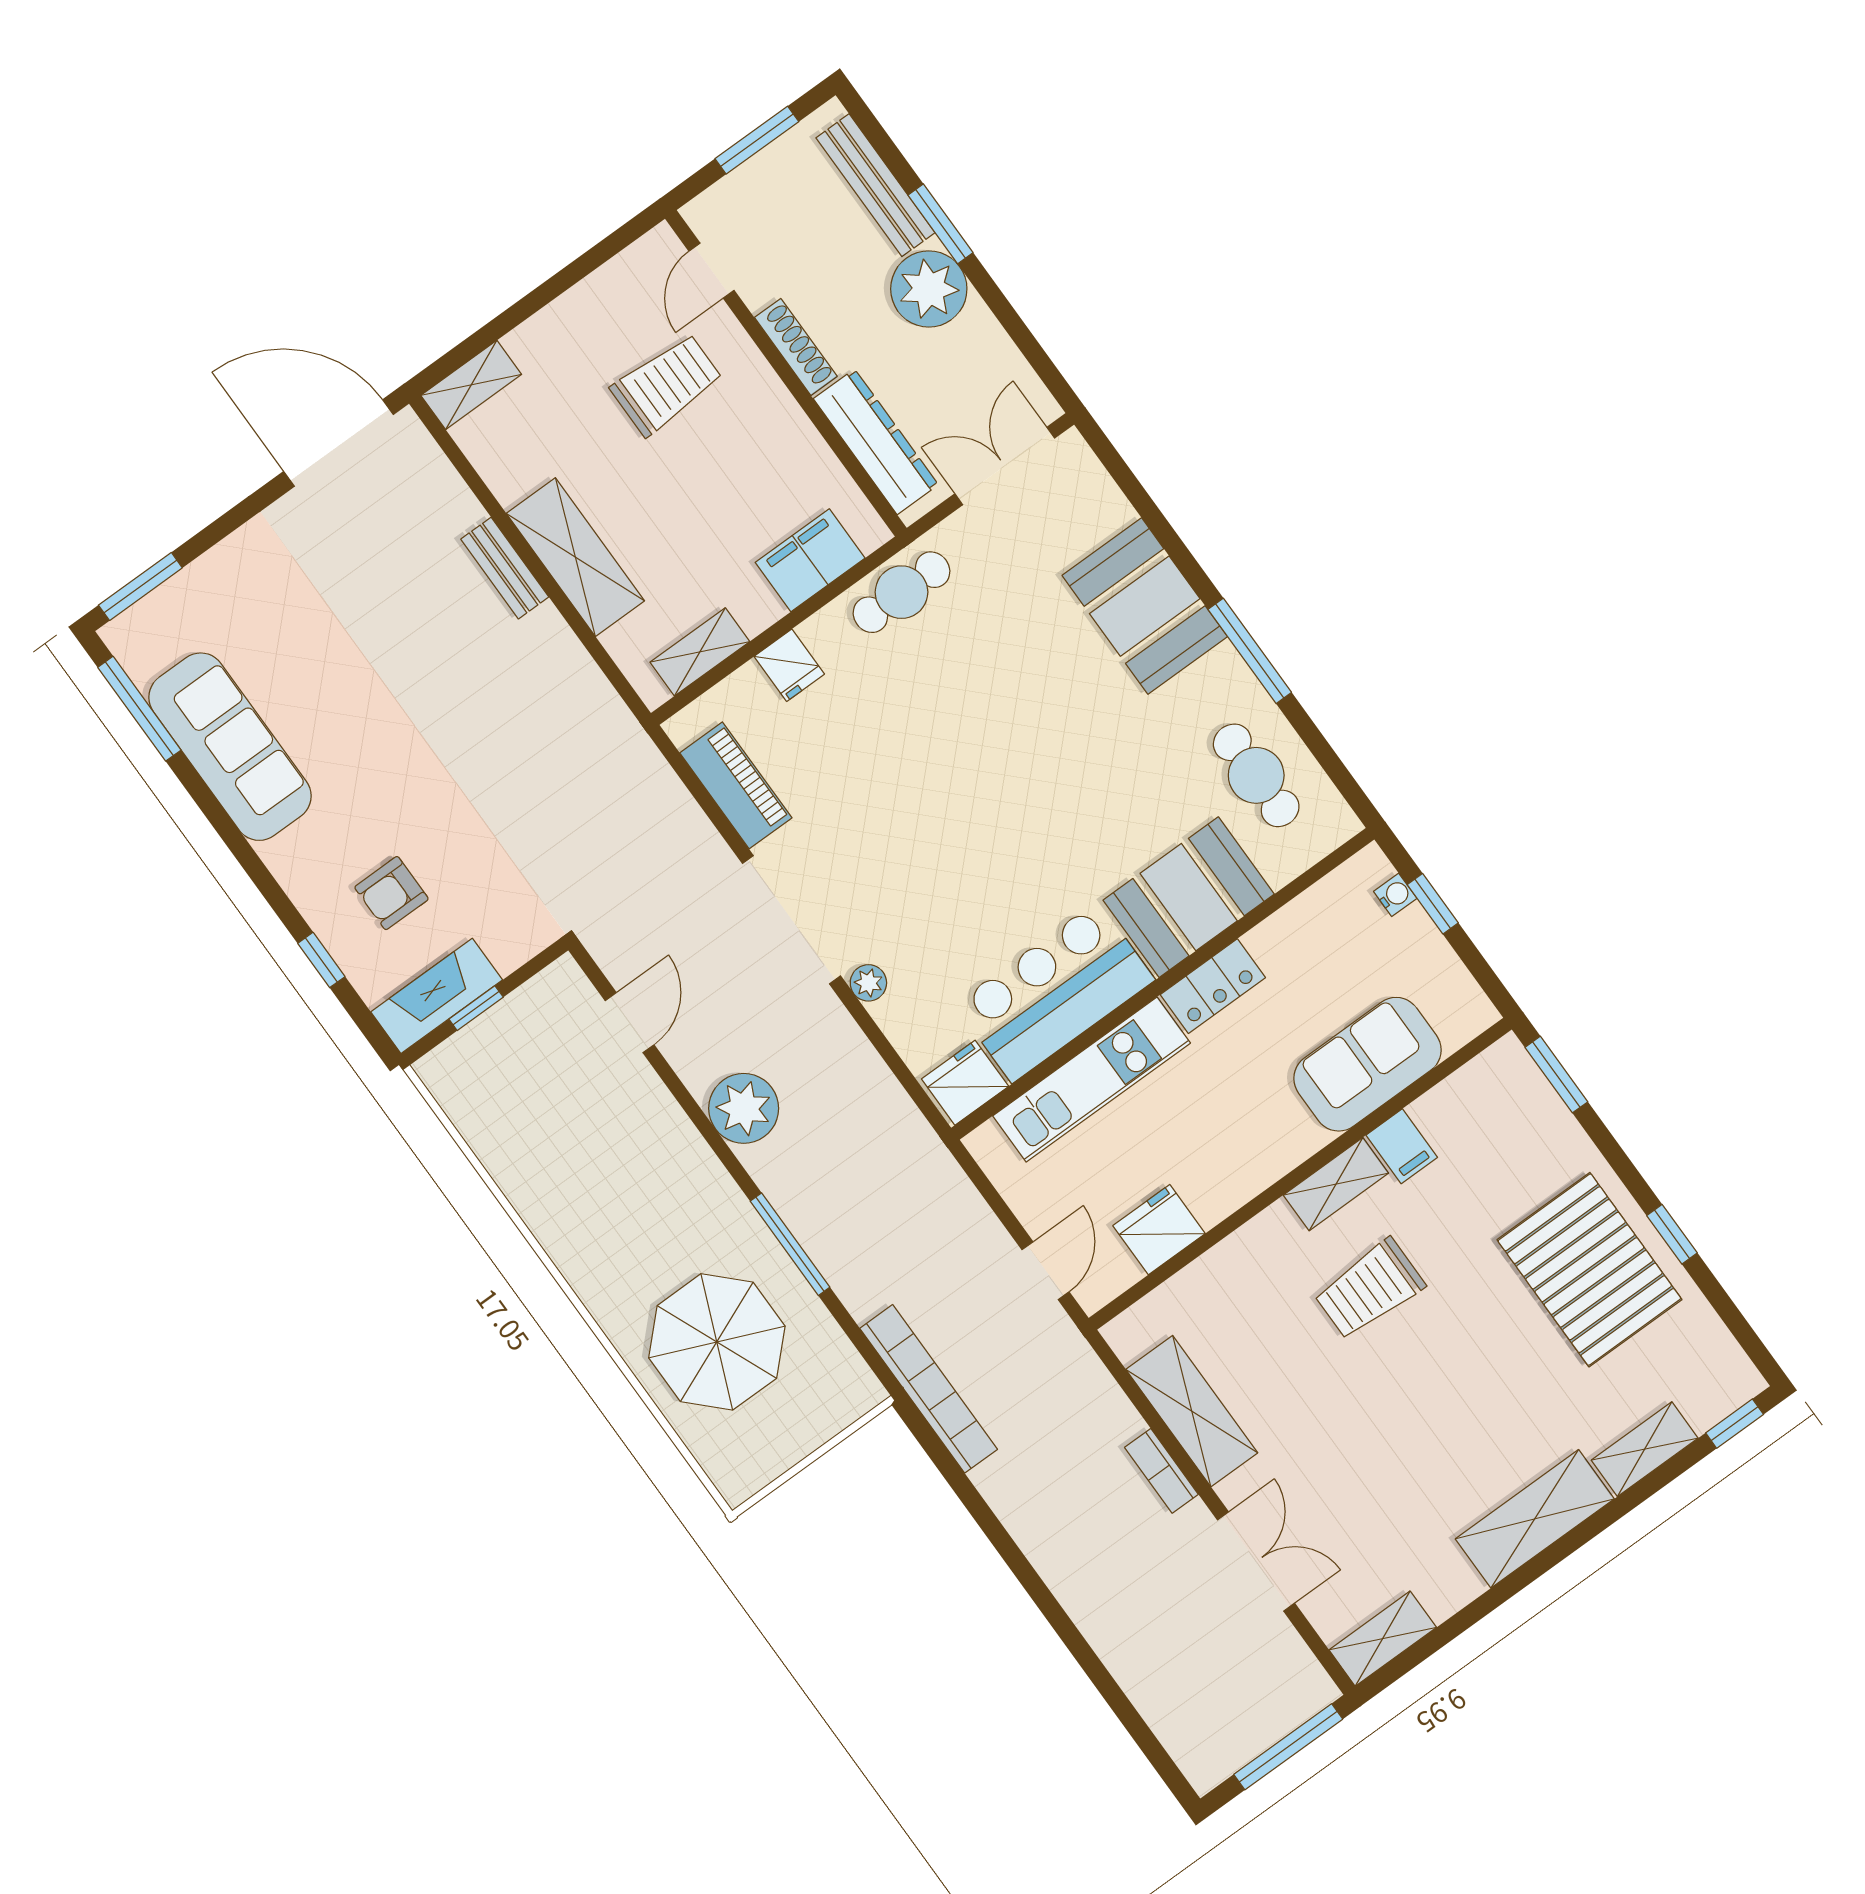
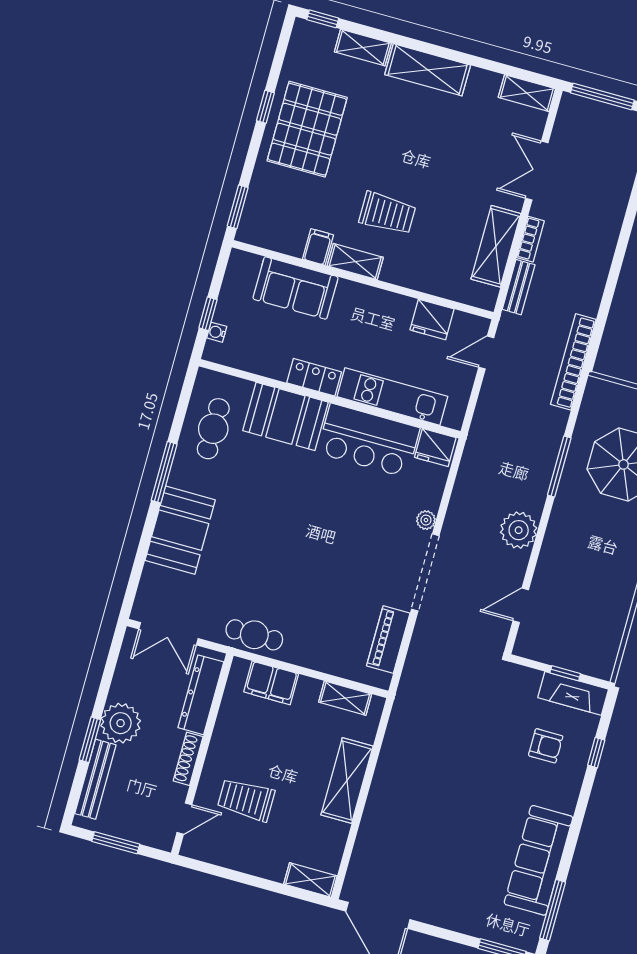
bench: (505, 568) -> (519, 287), moved
fridge: (789, 665) -> (321, 657), removed

